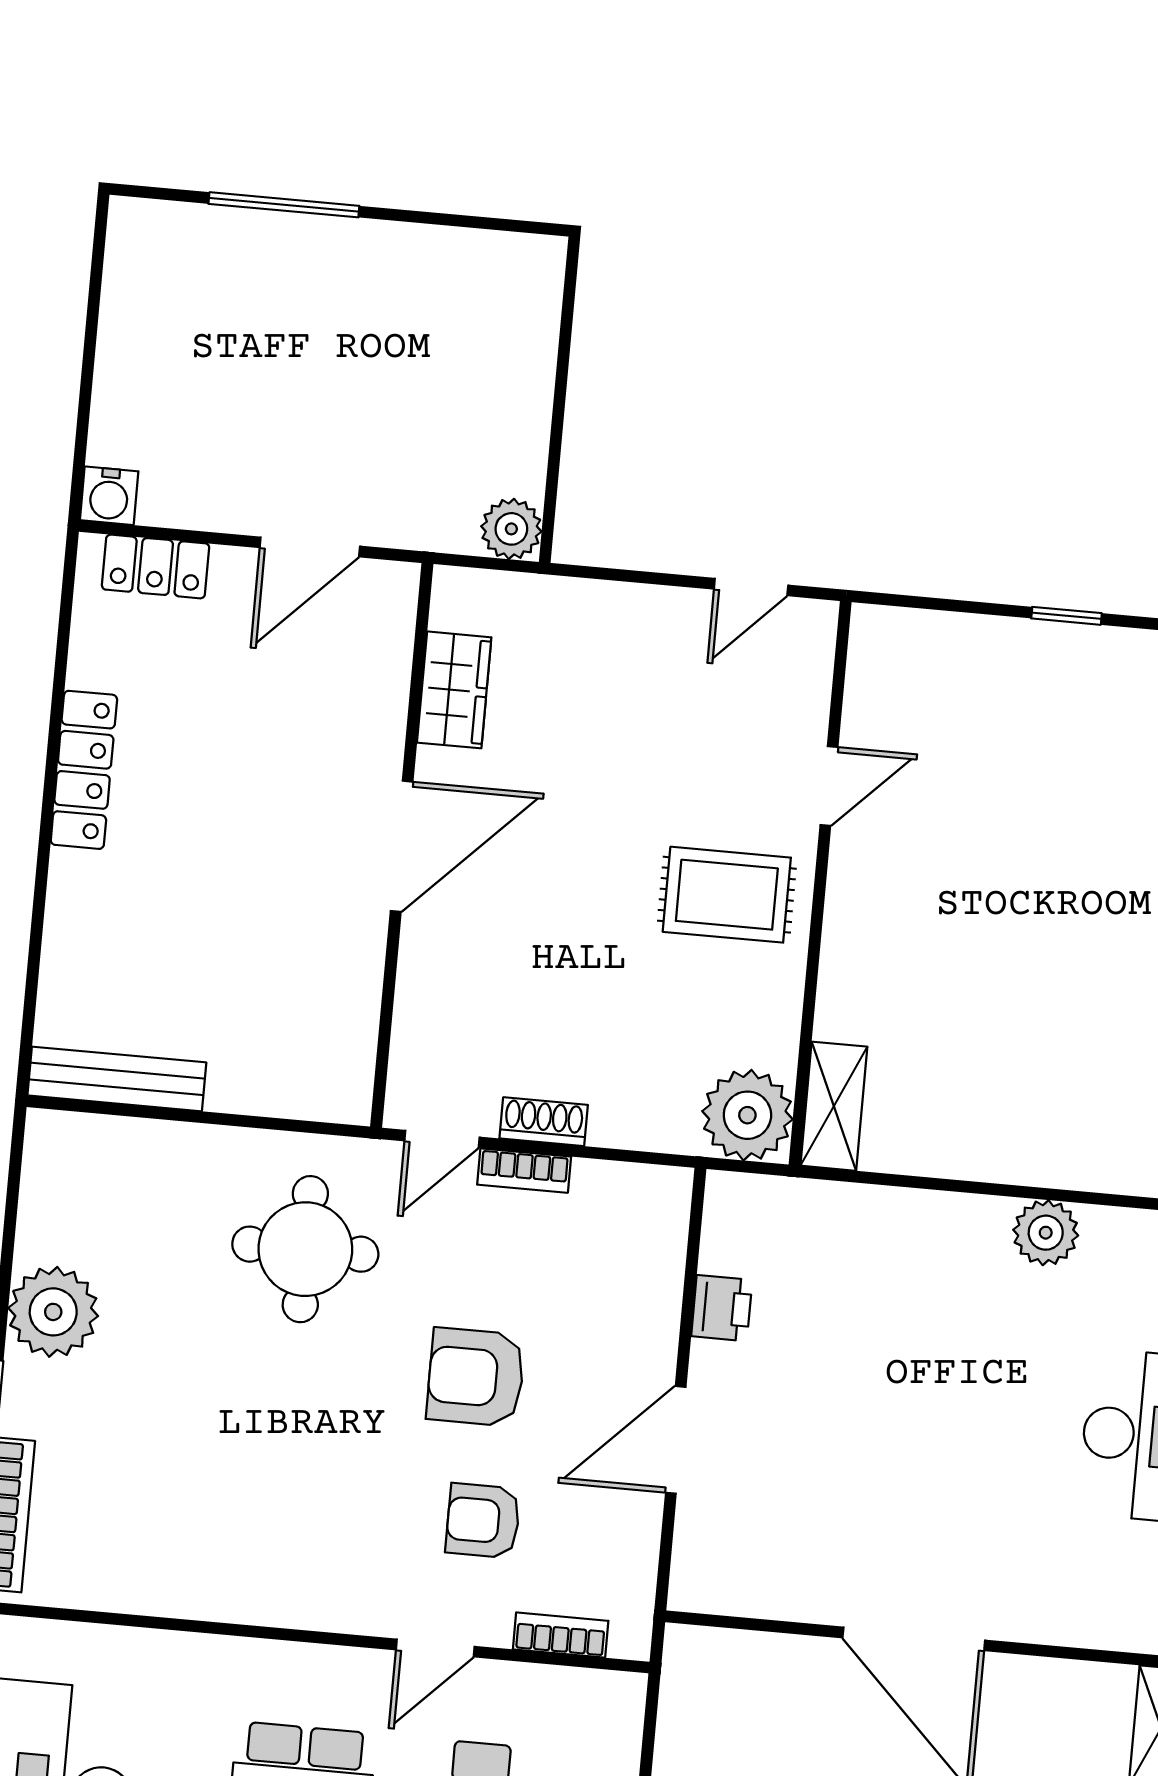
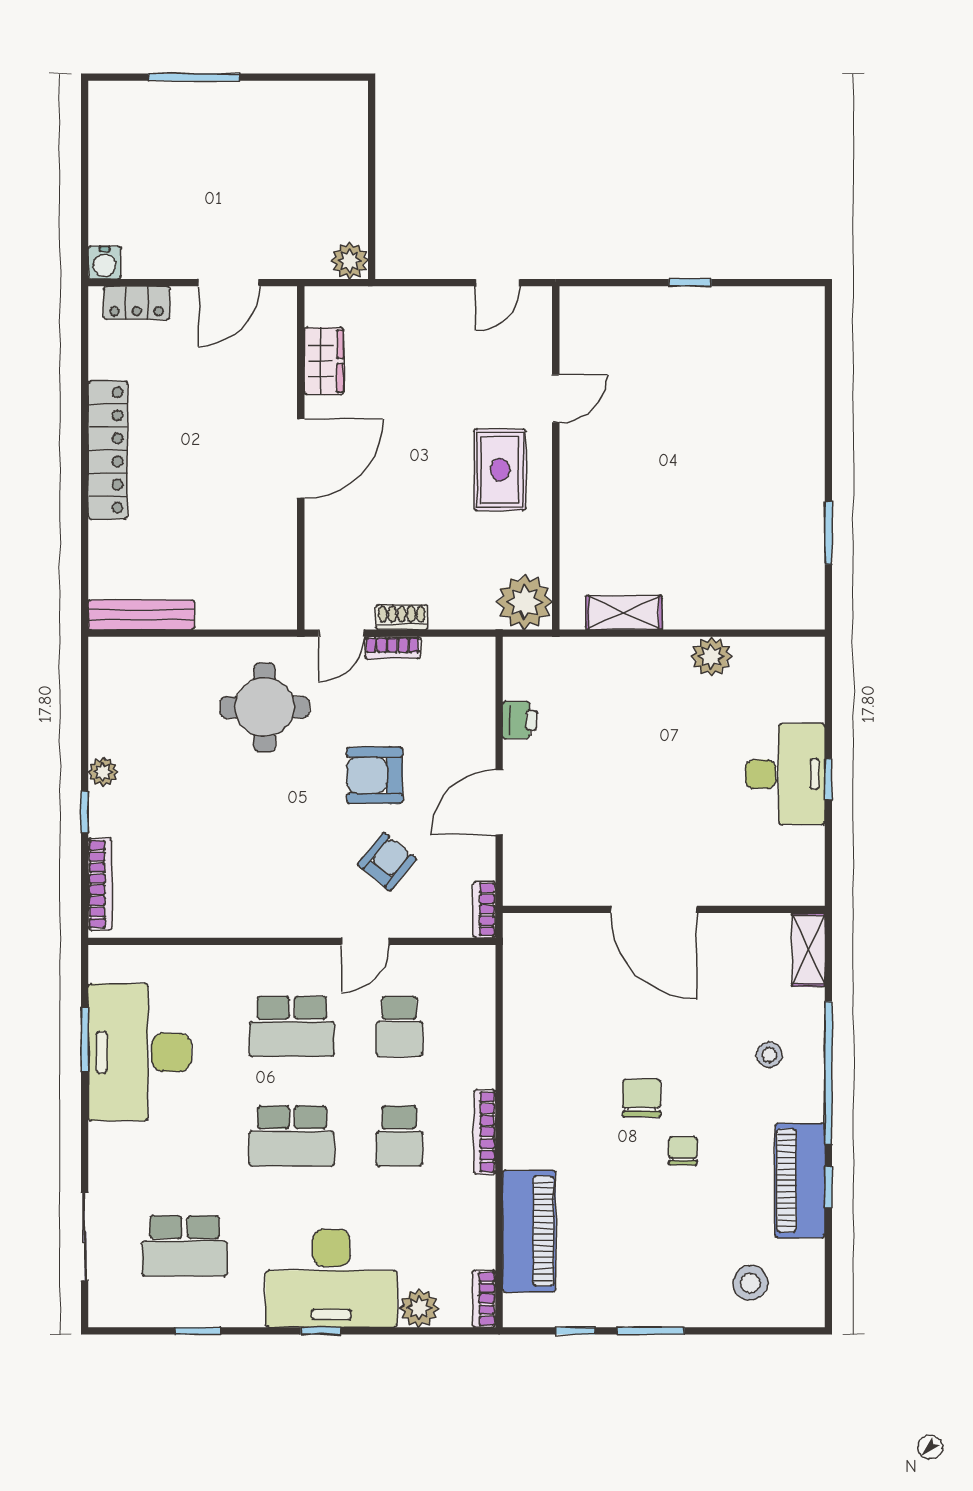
locker: (84, 770) -> (108, 450), width x1.41, depth x1.21
rug: (727, 895) -> (500, 470), turned 90
shelving: (834, 1106) -> (624, 613), moved, turned 90
plant: (53, 1312) -> (103, 772), width x0.53, depth x0.53
armchair: (483, 1521) -> (387, 862), turned 129
bookcase: (561, 1635) -> (484, 910), moved, turned -90

